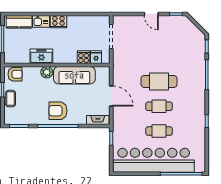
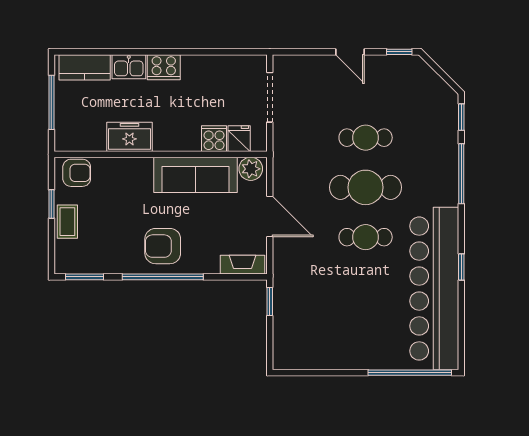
plant: (47, 72) -> (251, 169), moved
cafe table: (159, 131) -> (366, 138), moved
bar counter: (154, 160) -> (434, 289), moved, turned -90

